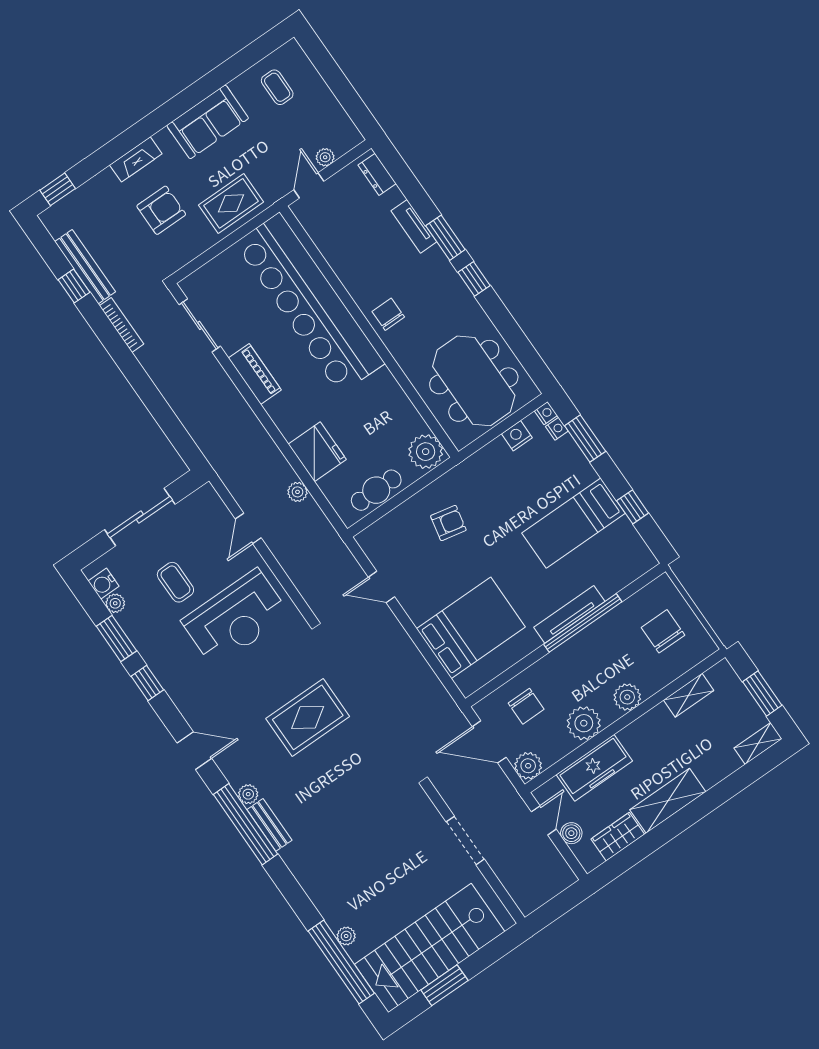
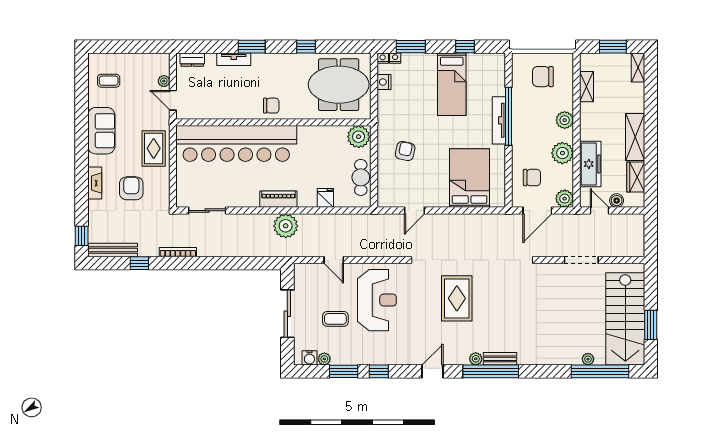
bench: (85, 267) -> (113, 250), moved
window: (474, 279) -> (306, 47), moved
chair: (388, 314) -> (271, 106), turned 180
piano: (255, 374) -> (278, 199), moved
fridge: (317, 452) -> (325, 198), width x0.53, depth x0.75
plant: (298, 492) -> (286, 226), moved, width x1.88, depth x1.88

